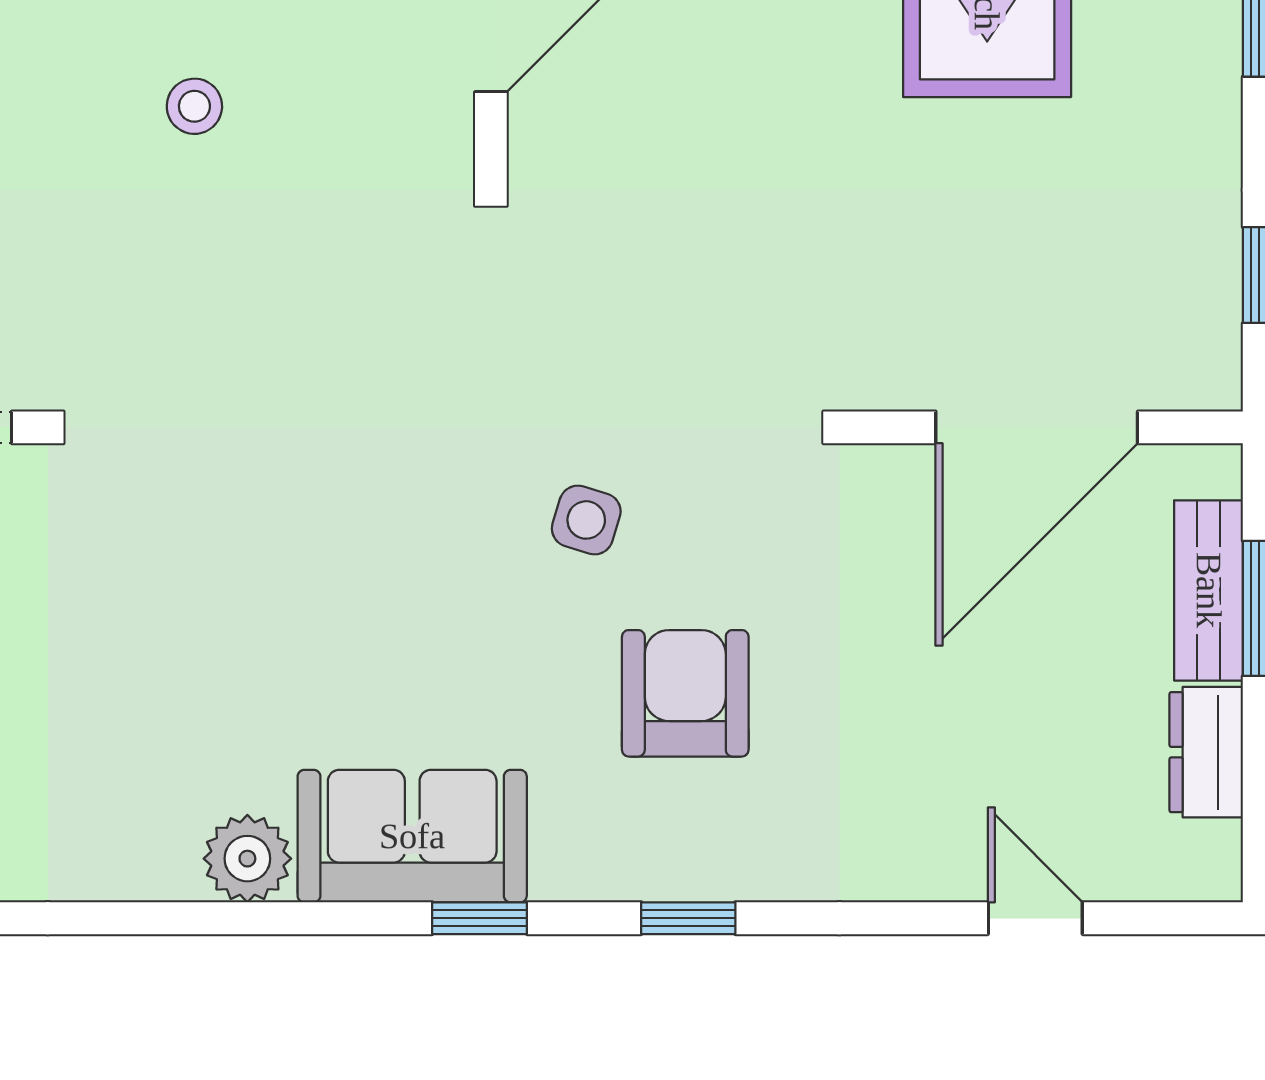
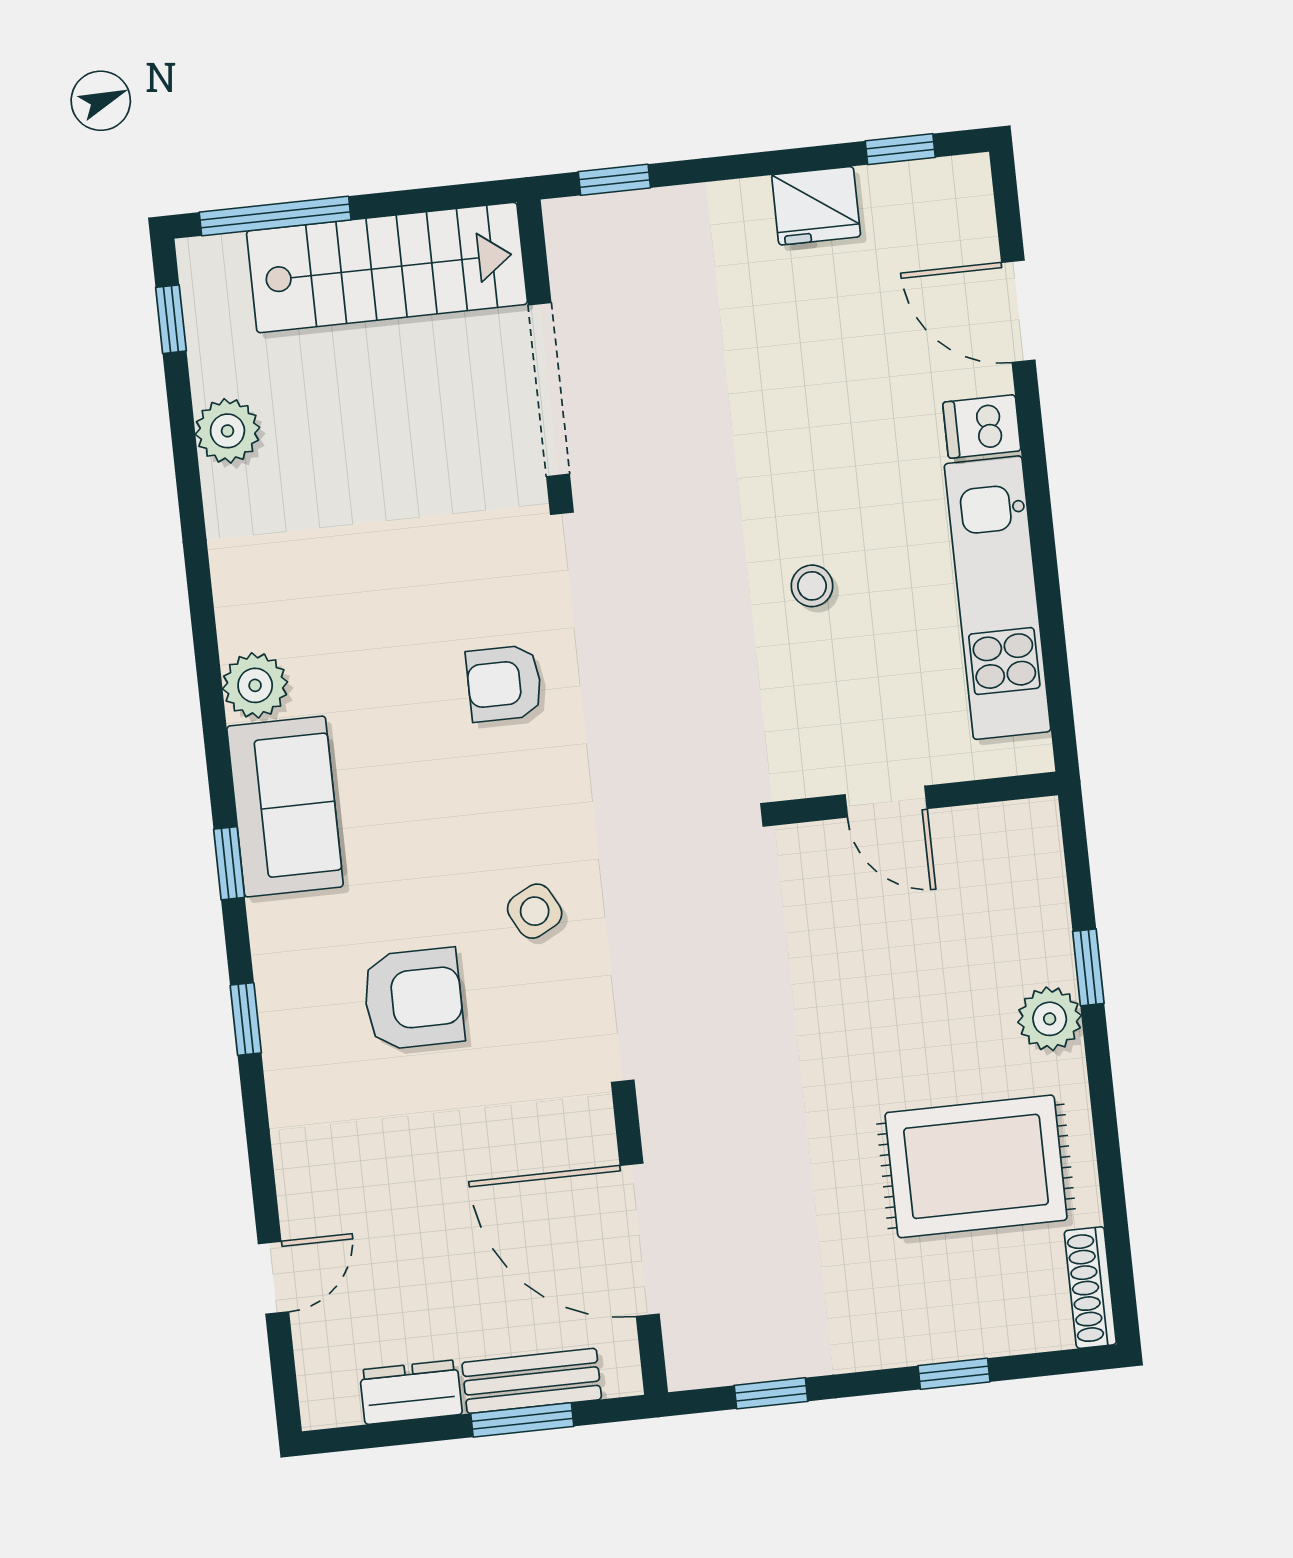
side table: (586, 520) -> (535, 911), turned 45
armchair: (280, 528) -> (504, 683), added

